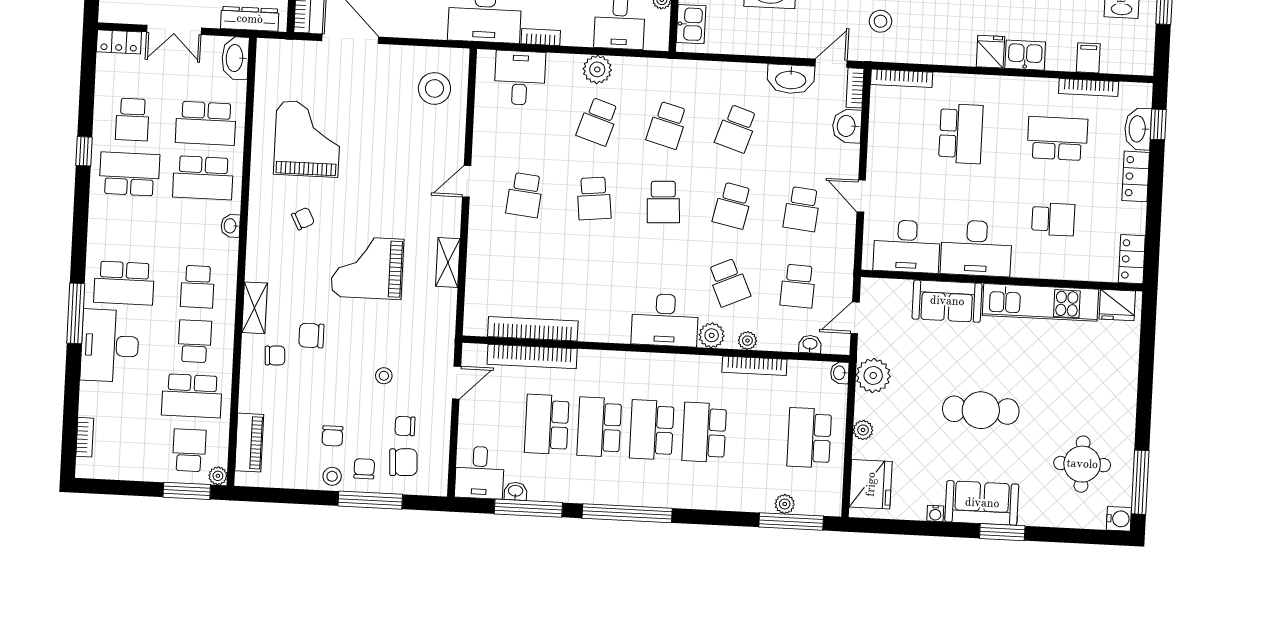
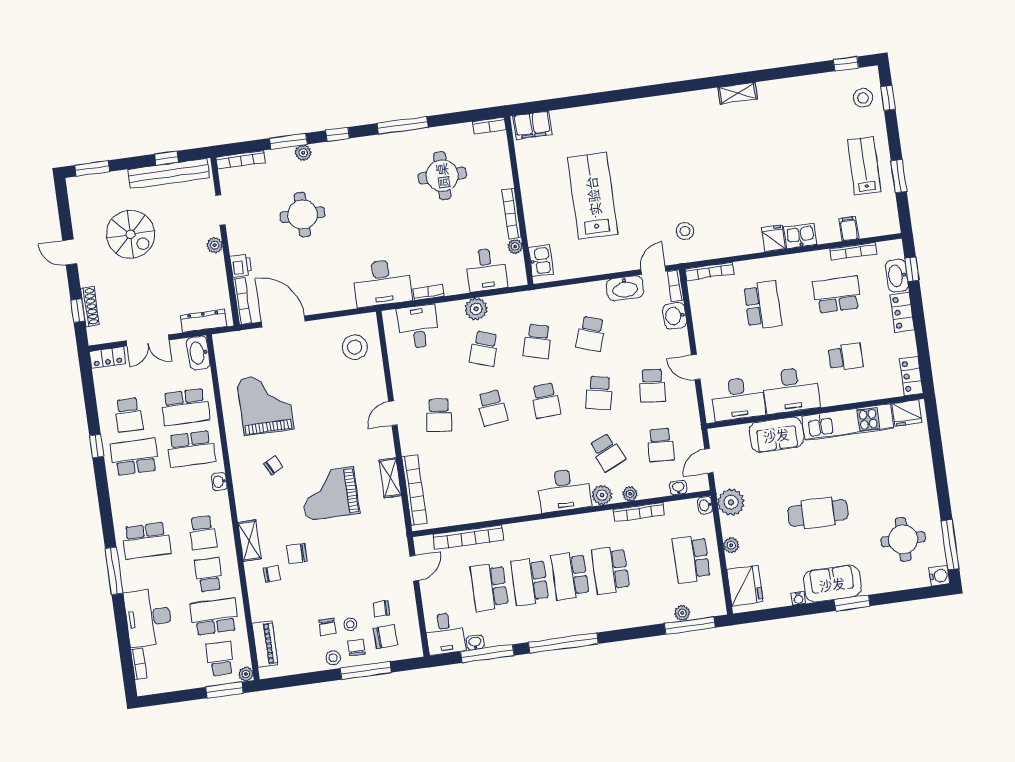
bookcase: (533, 329) -> (414, 490), moved, turned 90
desk: (110, 346) -> (148, 618), moved
stool: (384, 376) -> (350, 624), moved
school desk: (192, 396) -> (214, 617), turned 180

